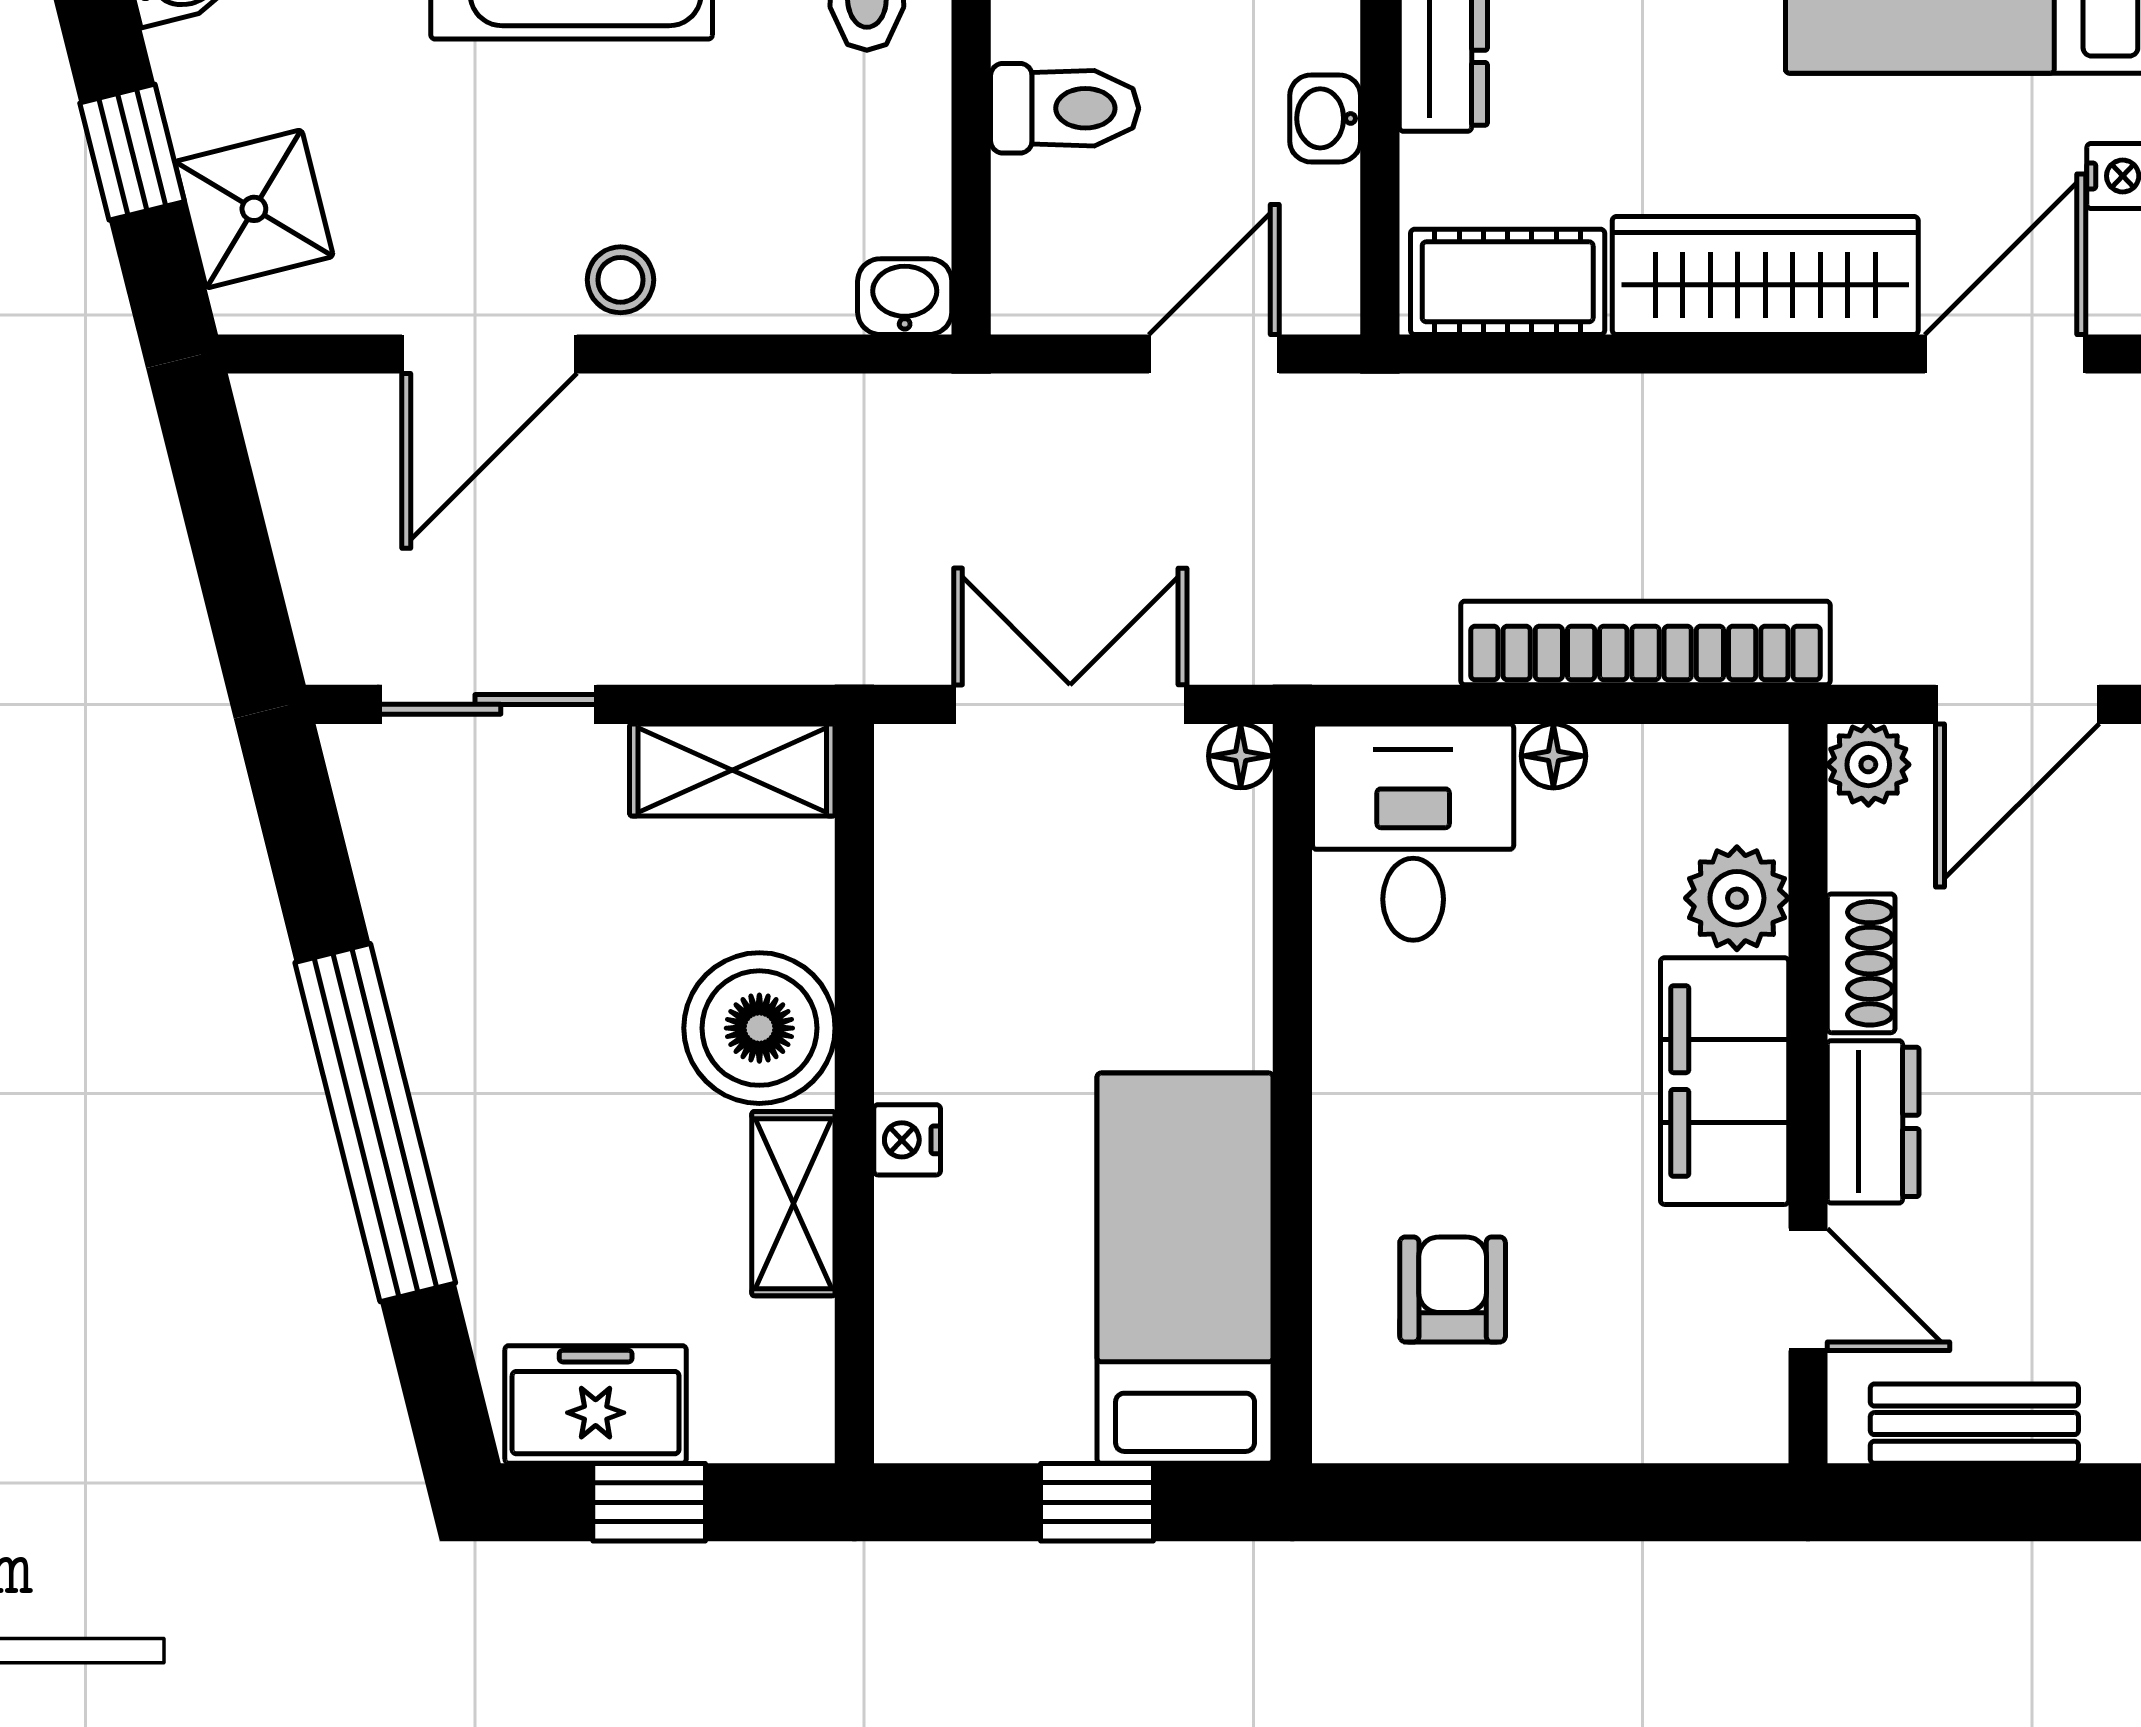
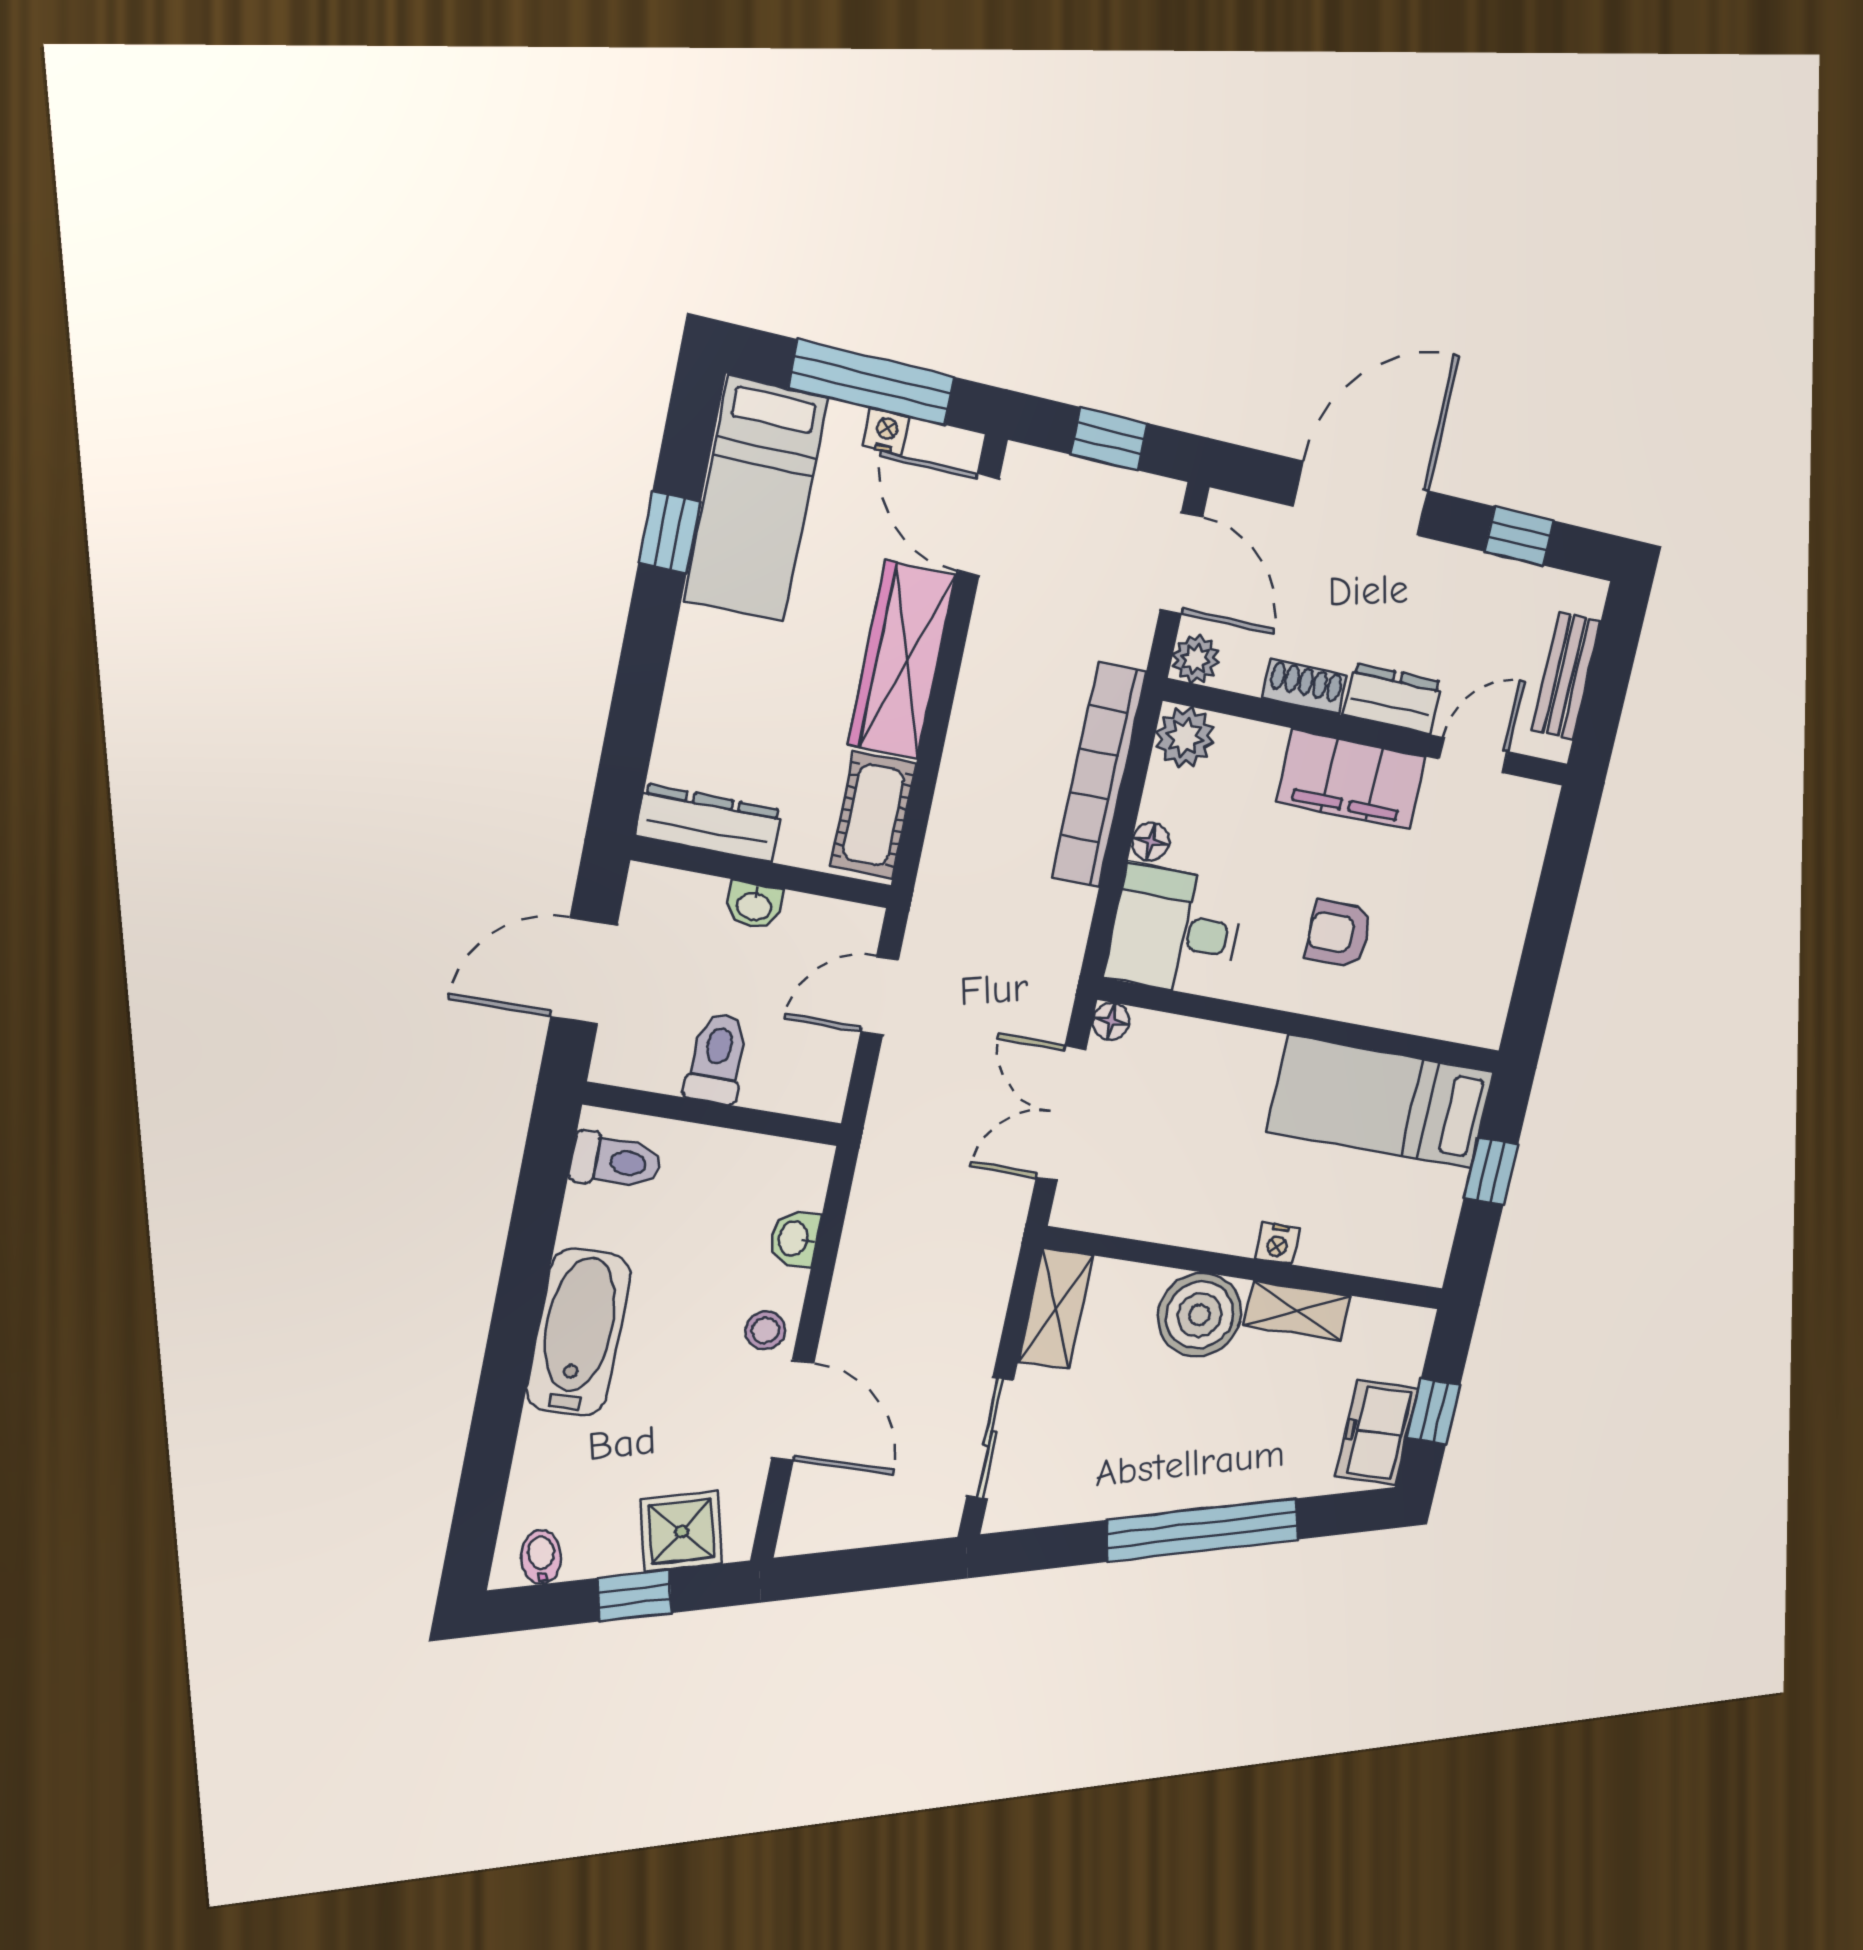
washbasin: (905, 297) -> (794, 1239), moved
door: (1214, 354) -> (880, 996), hinge flipped
plant: (1737, 898) -> (1185, 737), moved
armchair: (1453, 1289) -> (1339, 934), moved

